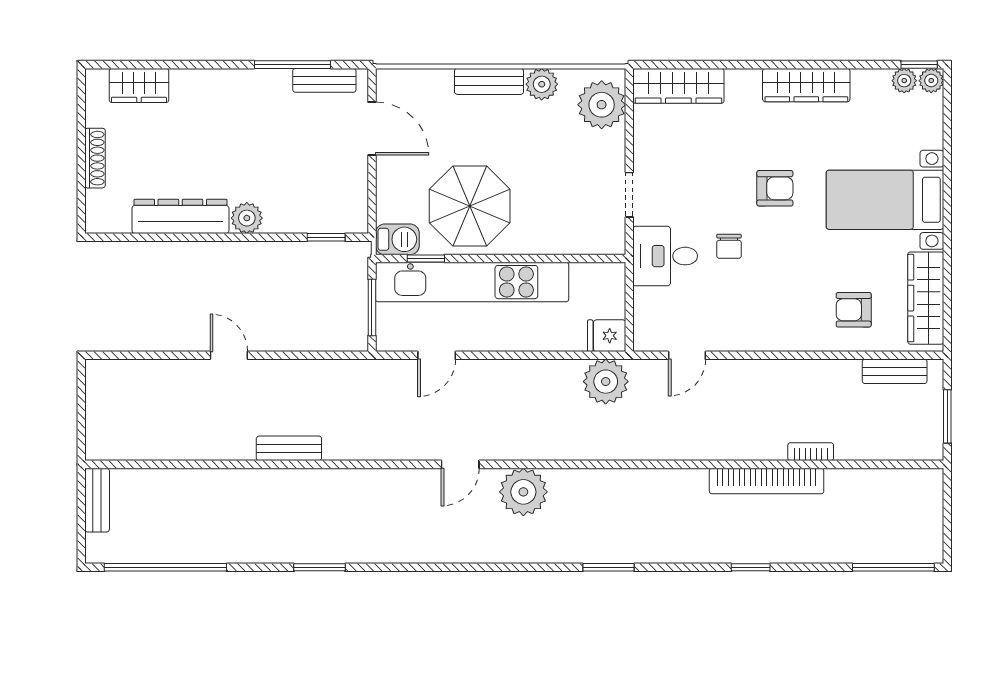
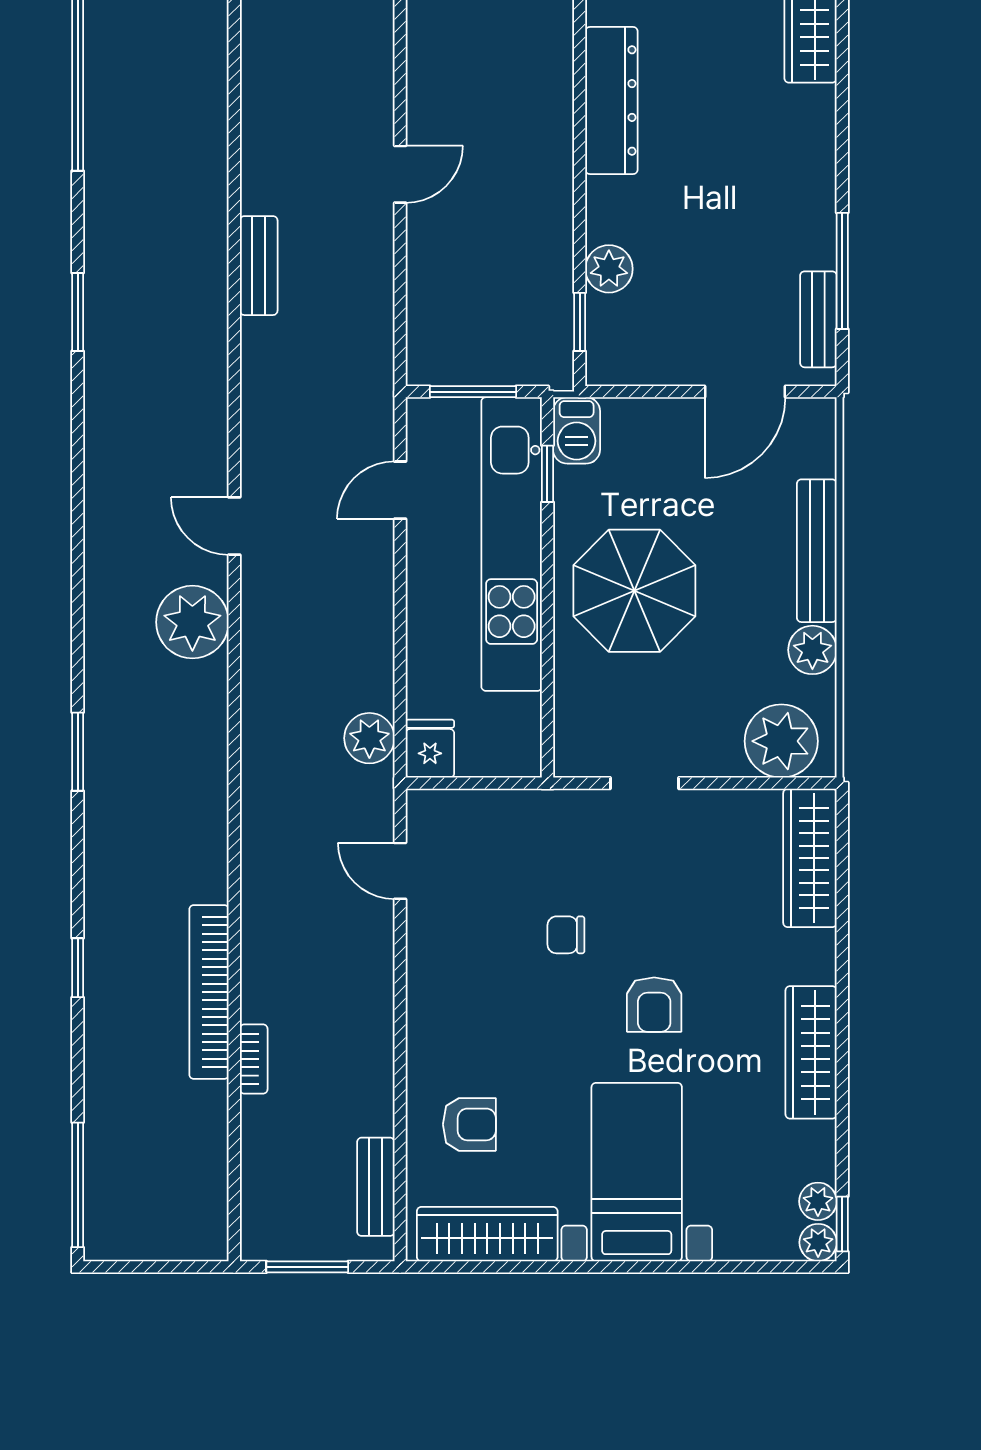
bench: (489, 81) -> (817, 551), width x1.36
parasol: (470, 206) -> (634, 591), moved
plant: (247, 218) -> (609, 269), moved
desk: (665, 256) -> (551, 838), removed
armchair: (854, 310) -> (469, 1124), turned 90
door: (437, 355) -> (400, 490), hinge flipped
plant: (606, 382) -> (369, 738), width x0.73, depth x0.73

